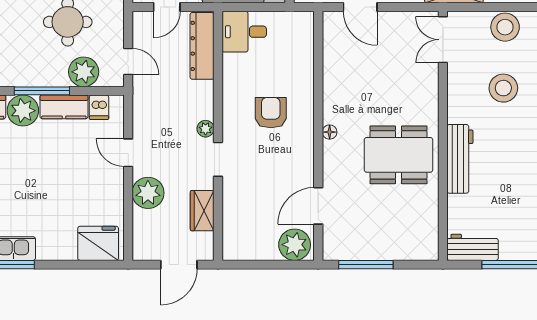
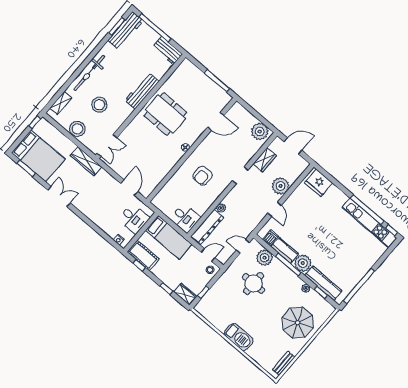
door: (128, 62) -> (243, 246), hinge flipped
plant: (206, 129) -> (221, 208), moved
plant: (295, 245) -> (260, 131), moved

